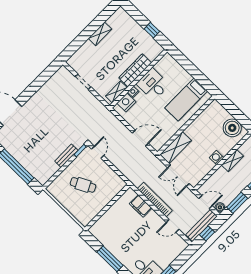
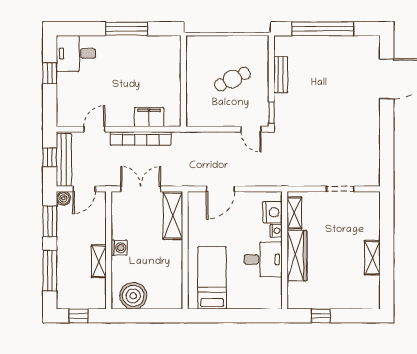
bench: (66, 156) -> (281, 75), moved

